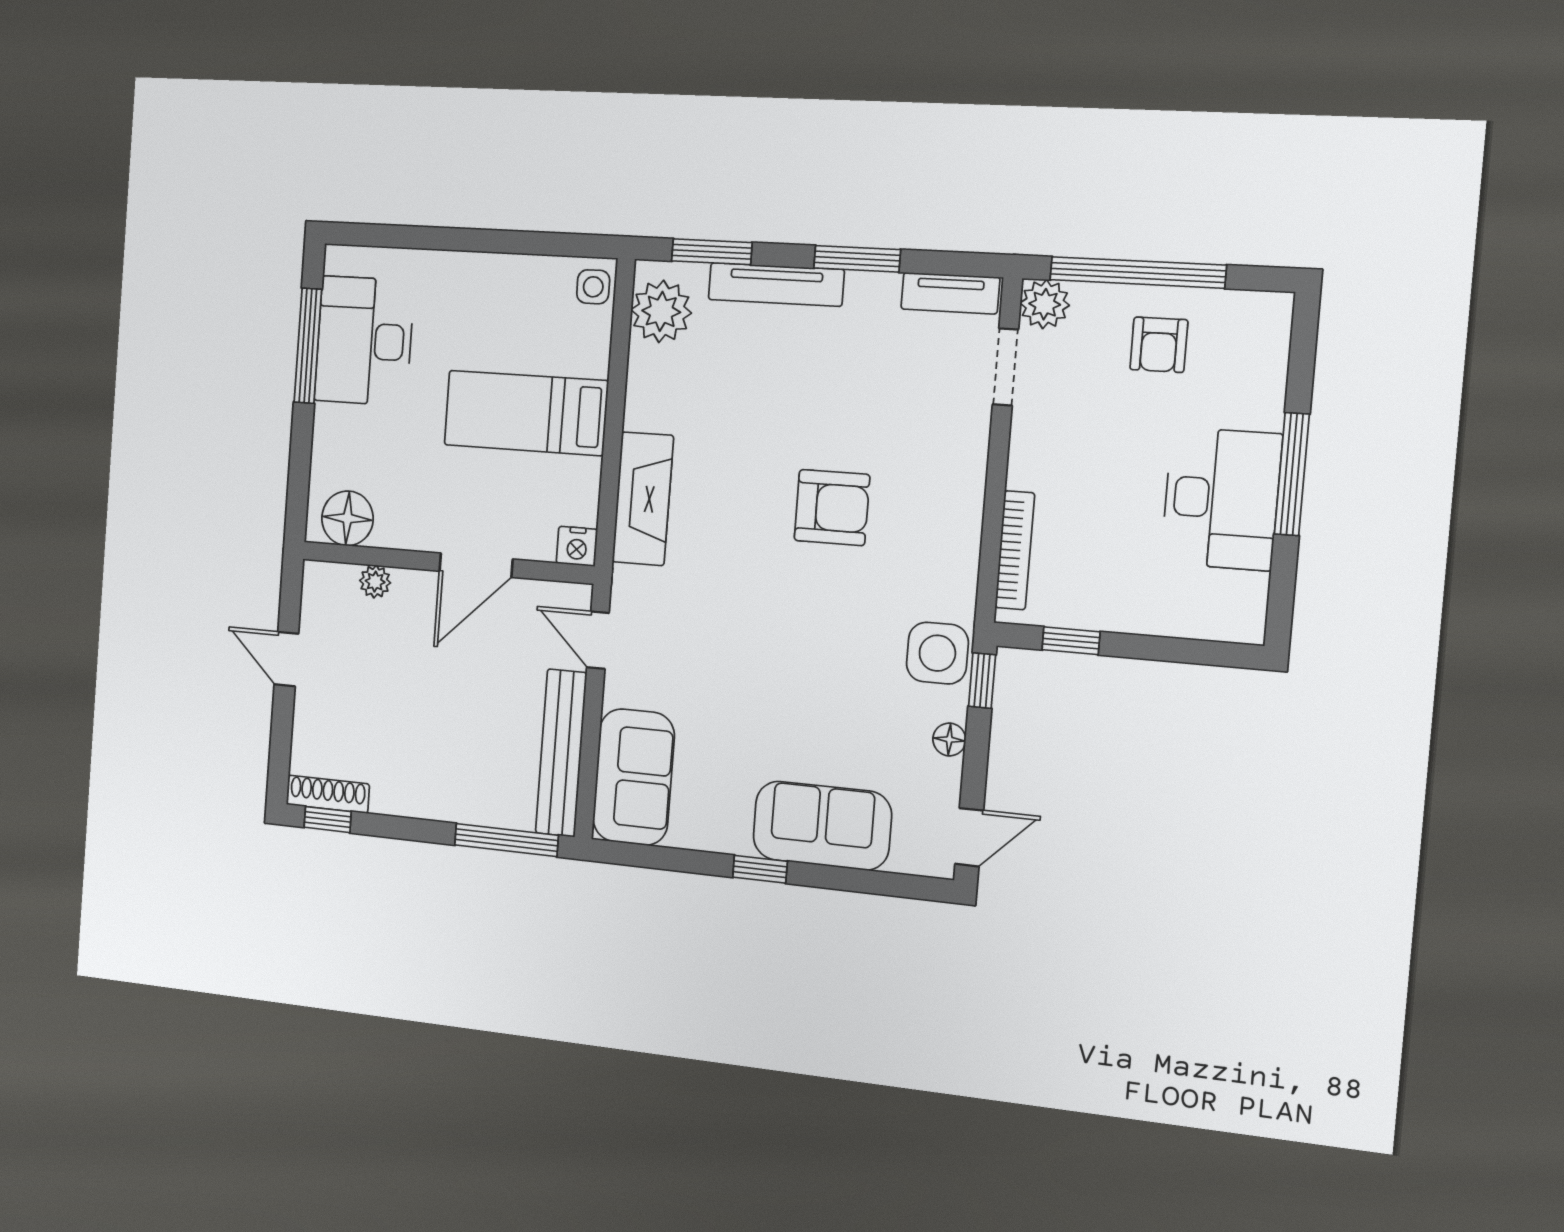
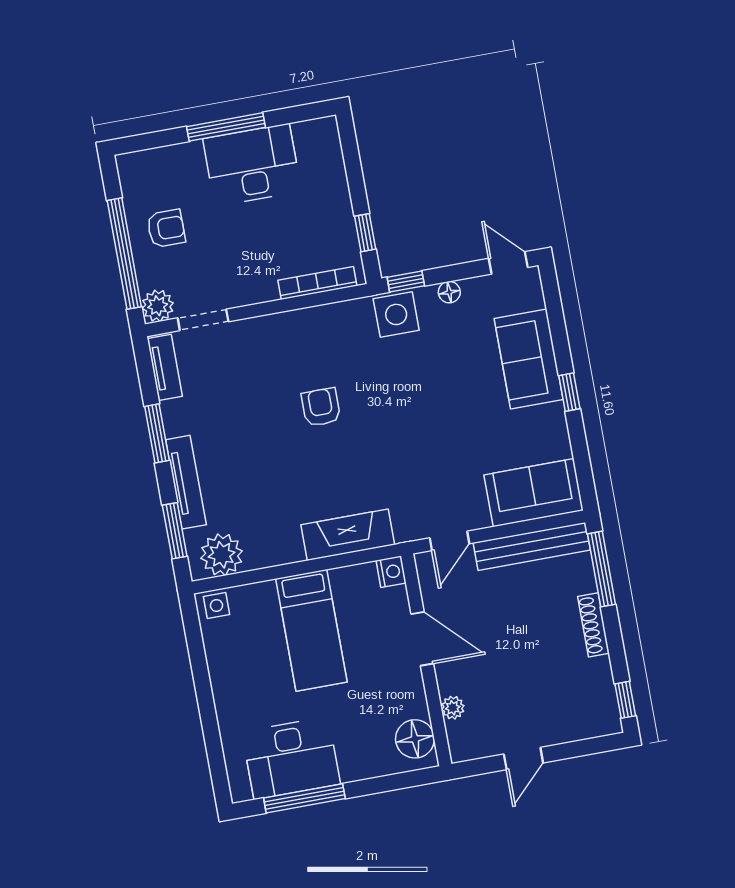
armchair: (832, 508) -> (321, 407), width x0.72, depth x0.72
shoe rack: (328, 794) -> (593, 625), moved

